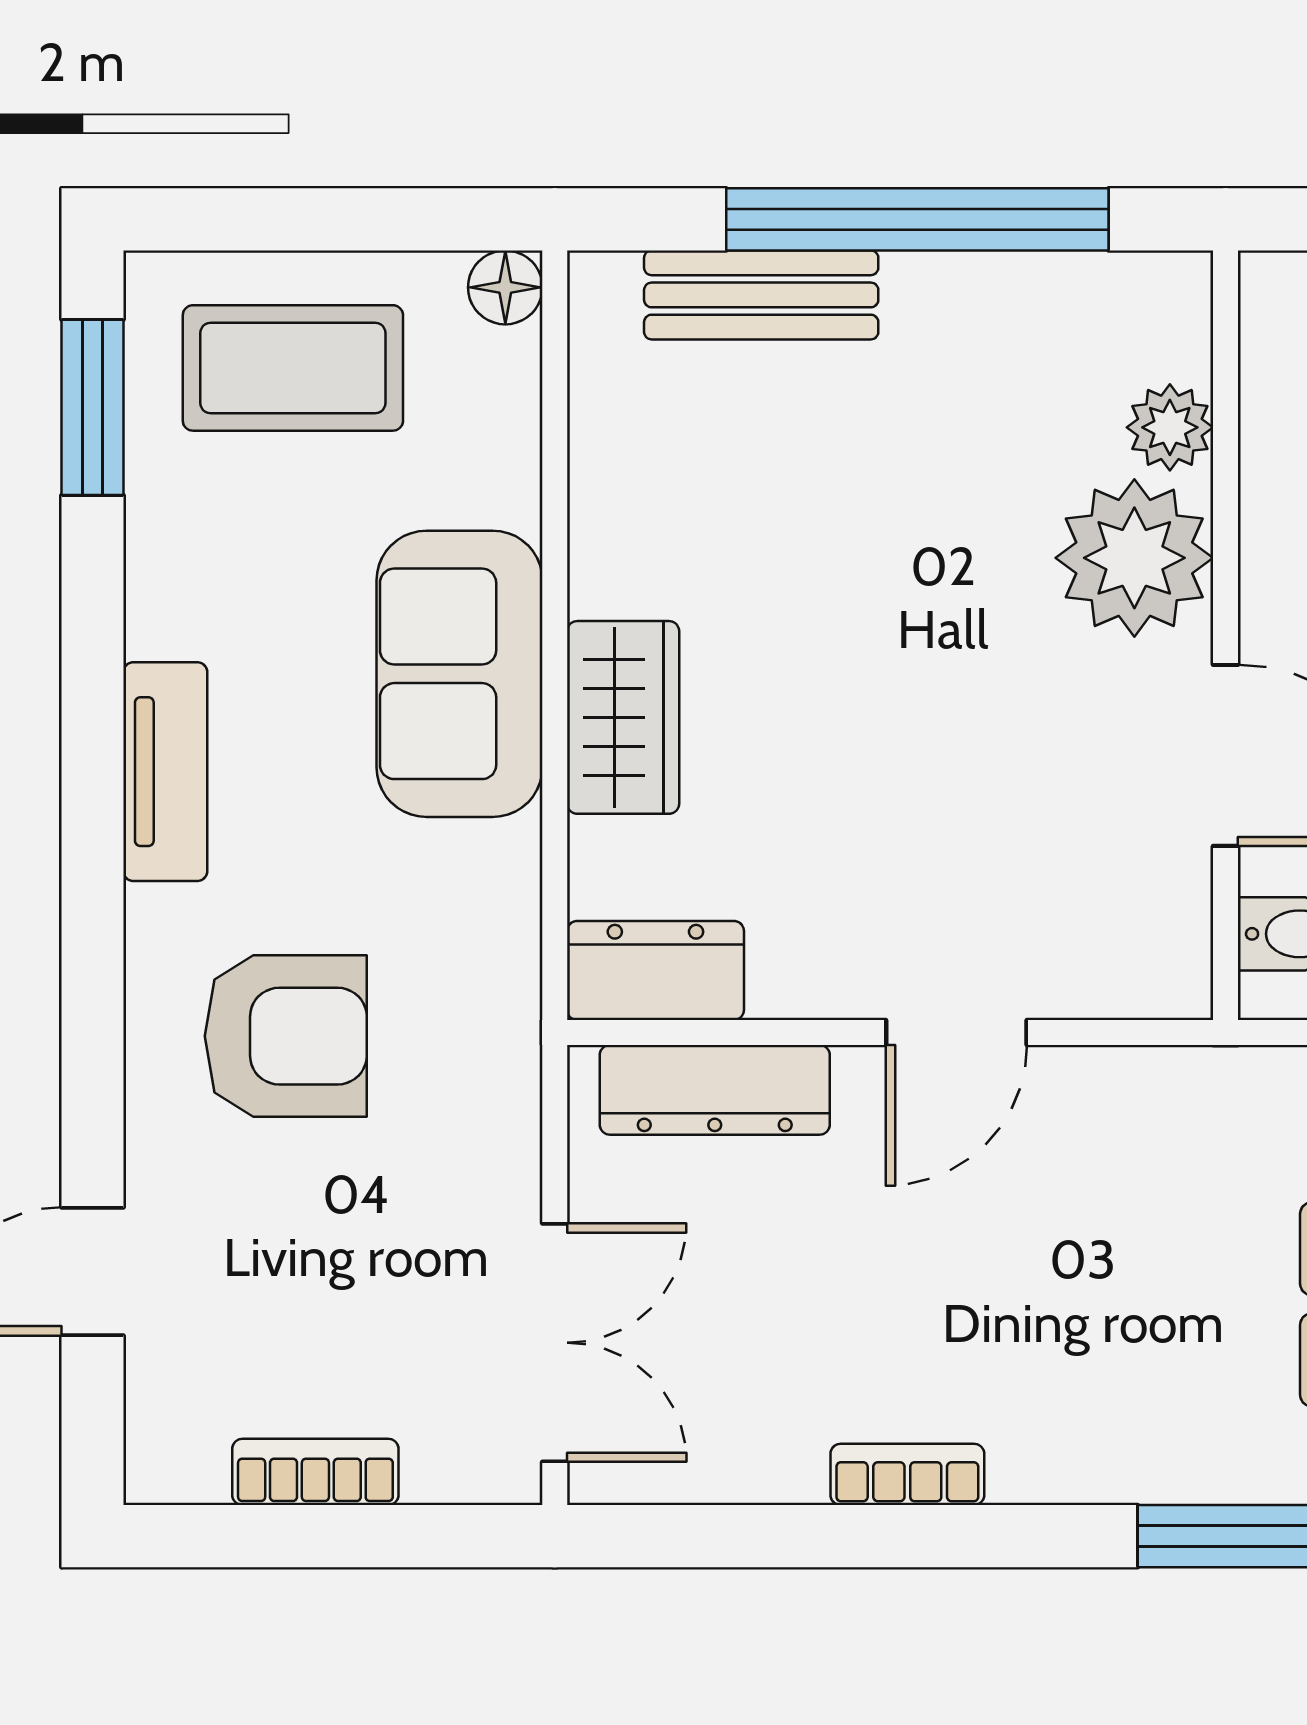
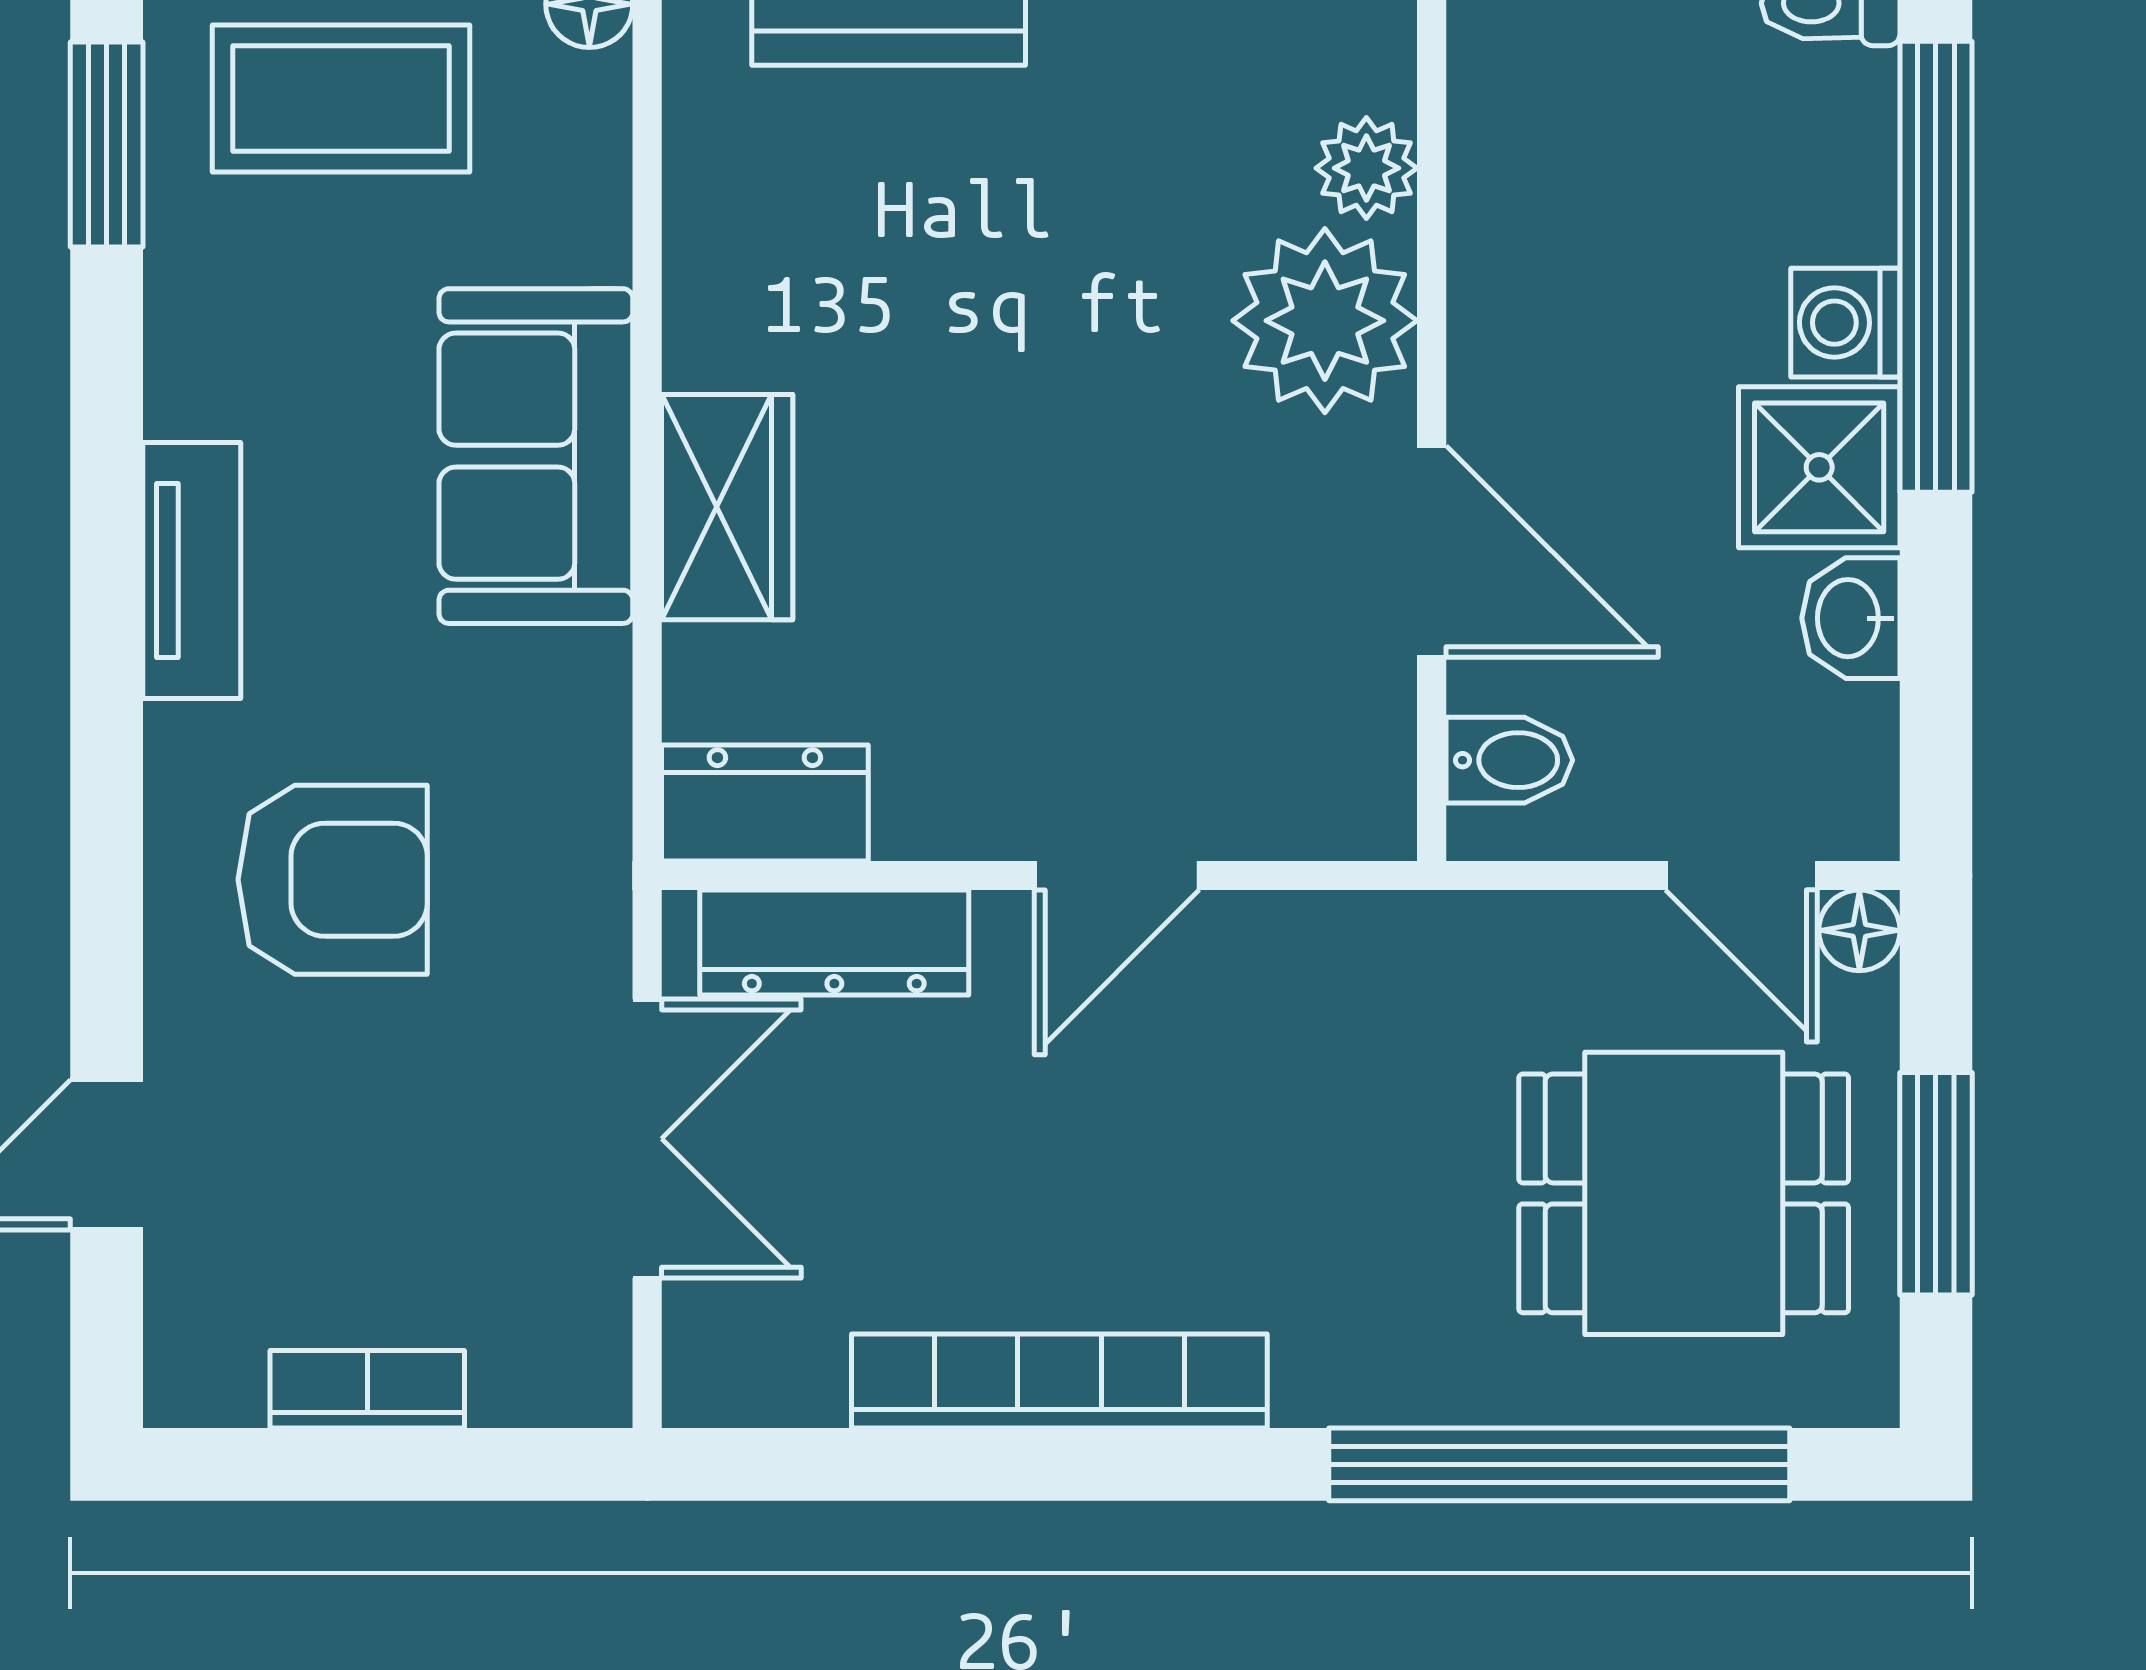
double door: (555, 1343) -> (647, 1139), moved
bookcase: (907, 1474) -> (1059, 1381), width x2.31, depth x1.31

